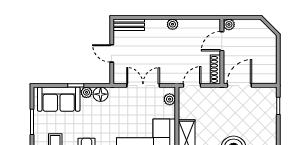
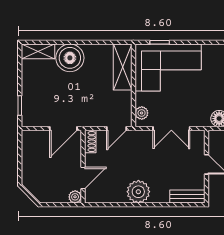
plant: (173, 24) -> (138, 192), width x1.88, depth x1.88
shoe rack: (215, 69) -> (90, 142), width x0.70

